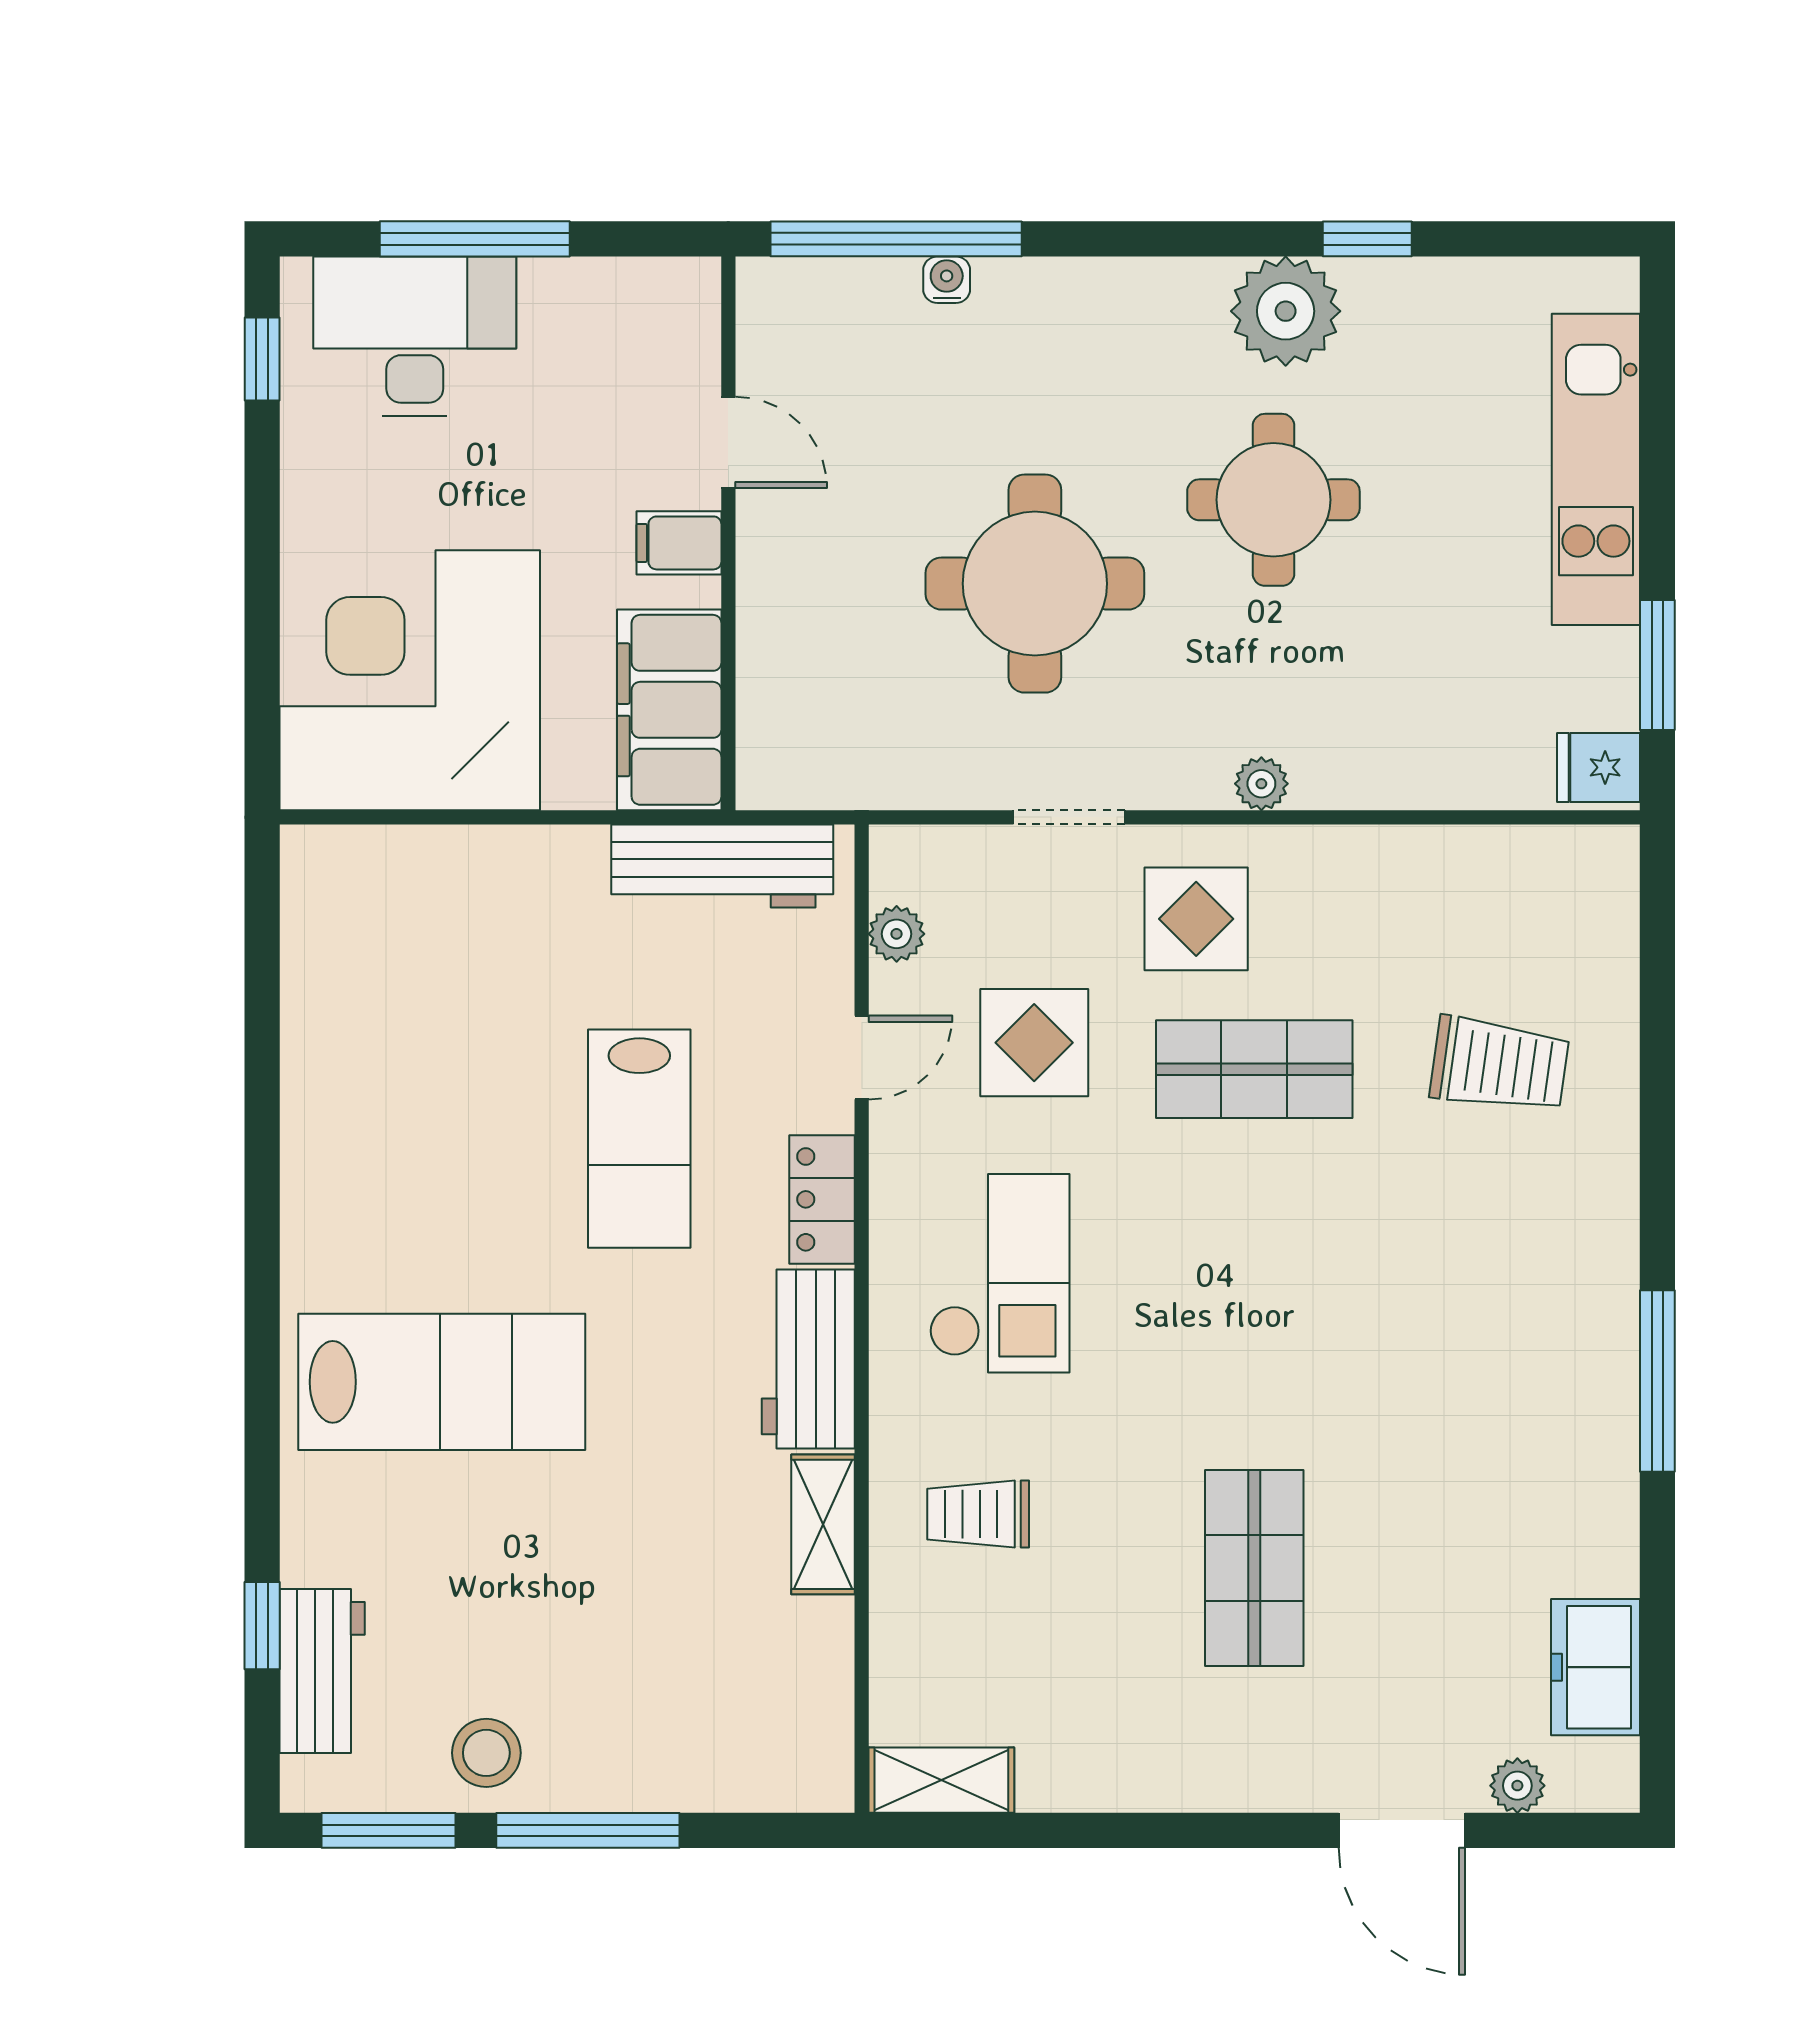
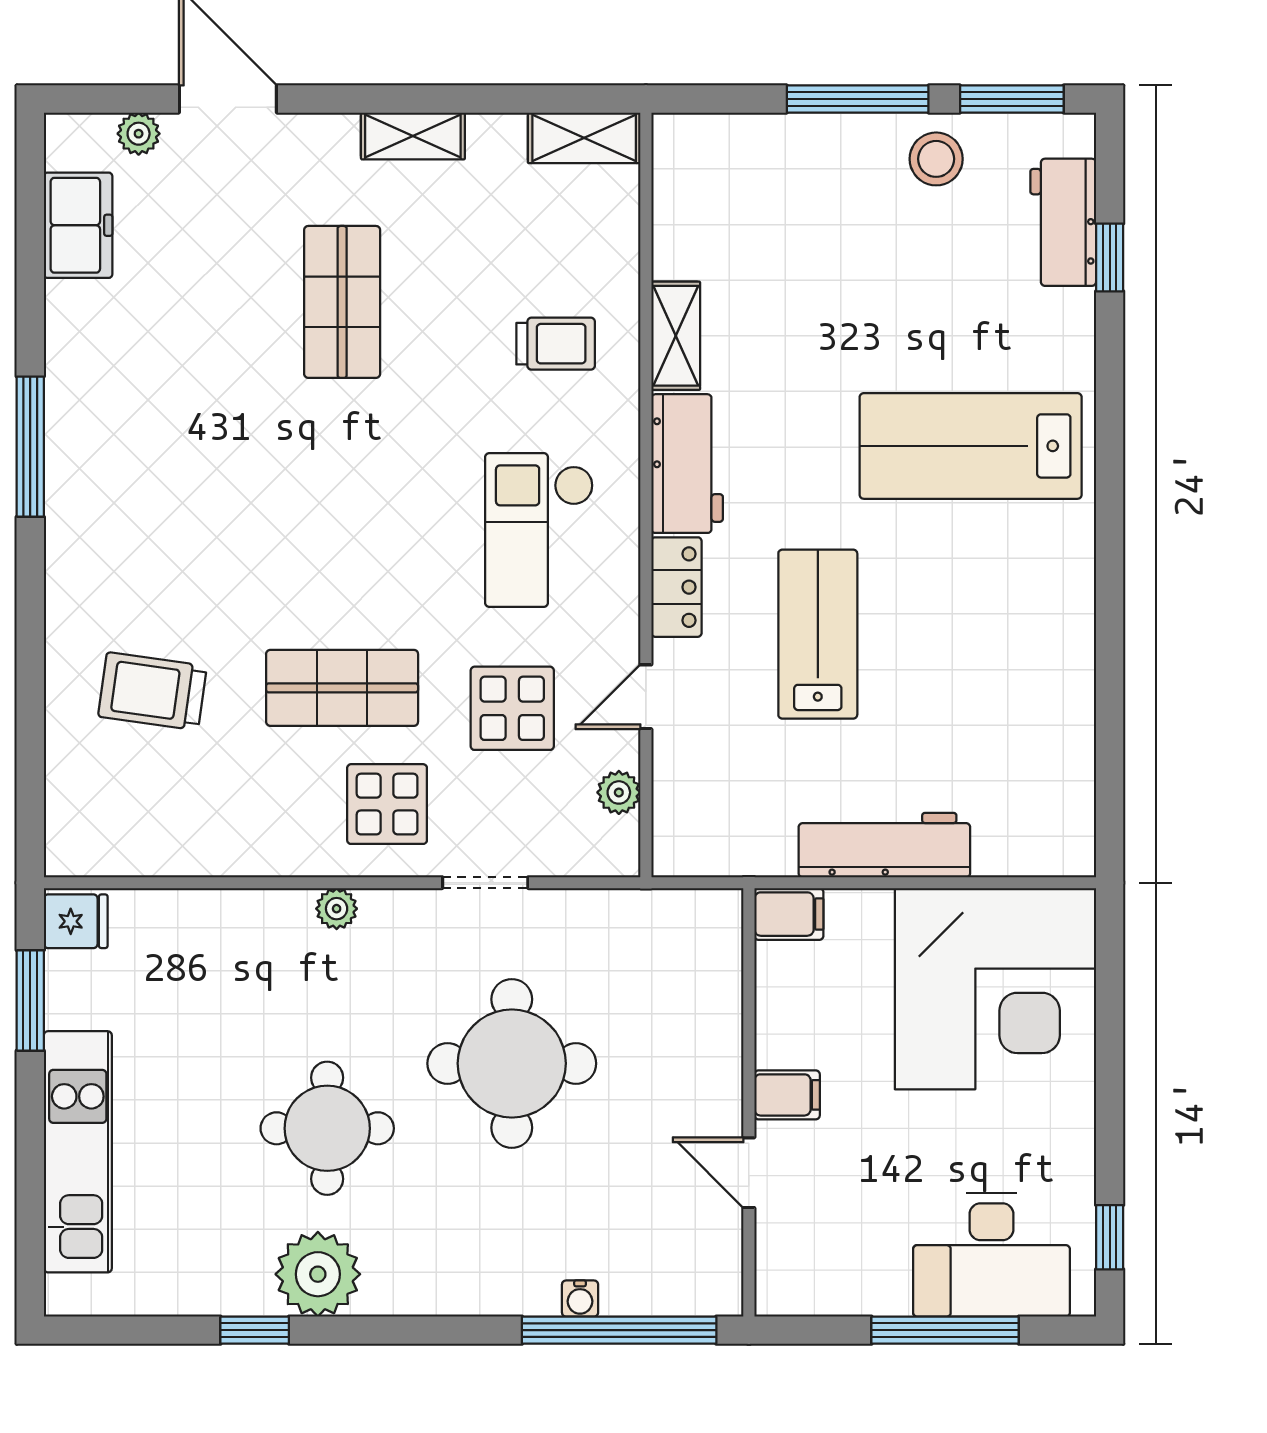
filing cabinet: (669, 710) -> (789, 914), width x0.33, depth x0.86
workbench: (722, 866) -> (884, 845), moved
shelving: (1163, 1783) -> (413, 136), added

